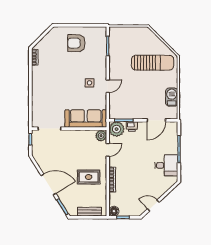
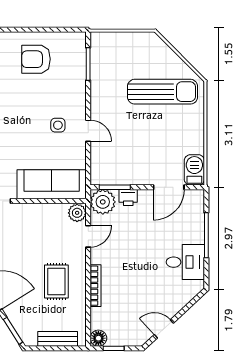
door: (108, 86) -> (88, 131), hinge flipped
barbecue: (172, 97) -> (194, 170), moved
rug: (89, 177) -> (56, 281), turned 90

